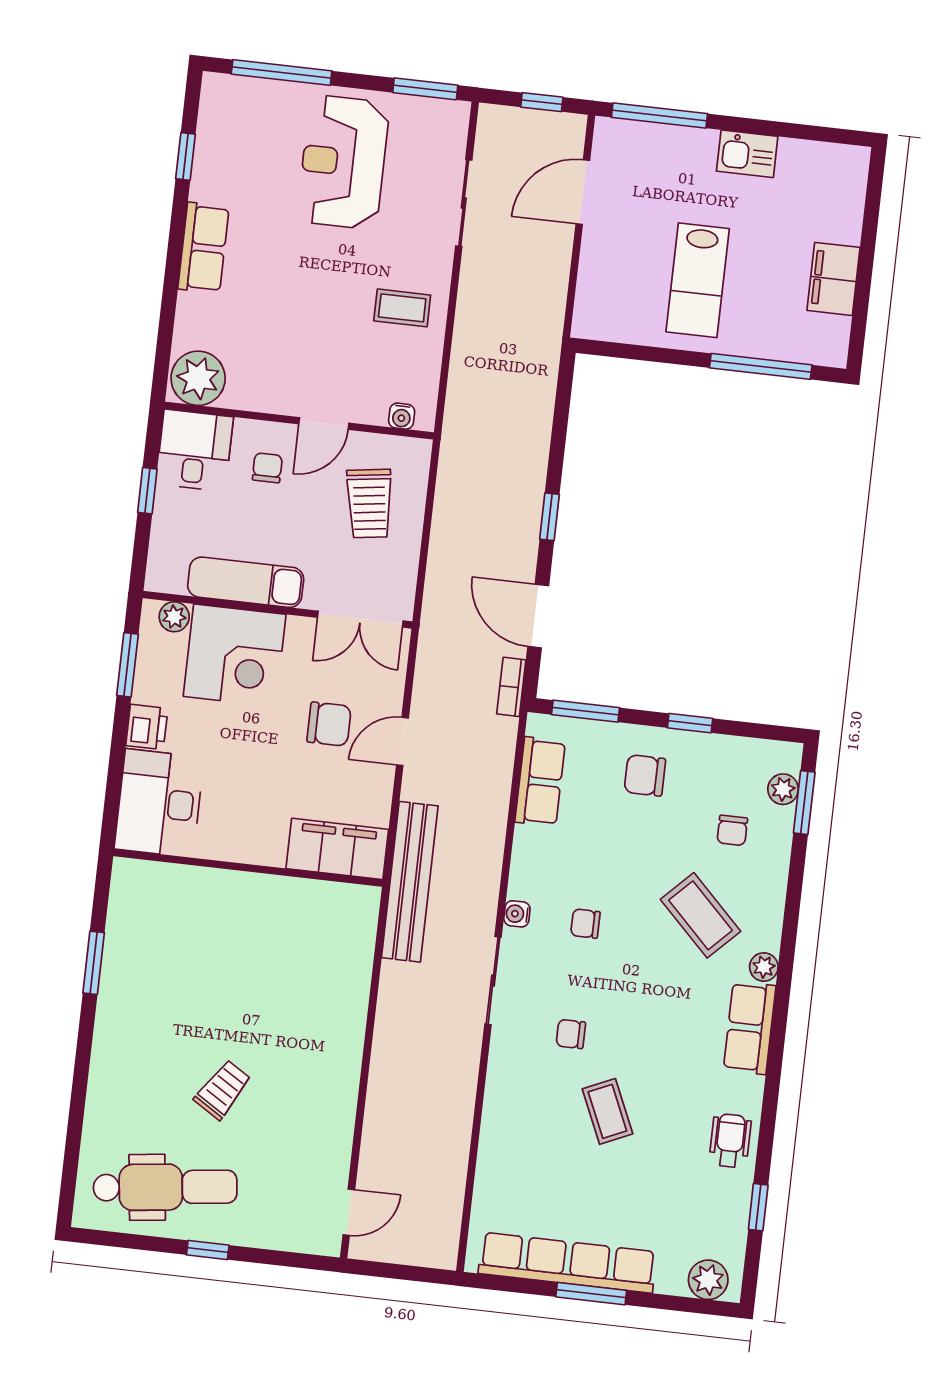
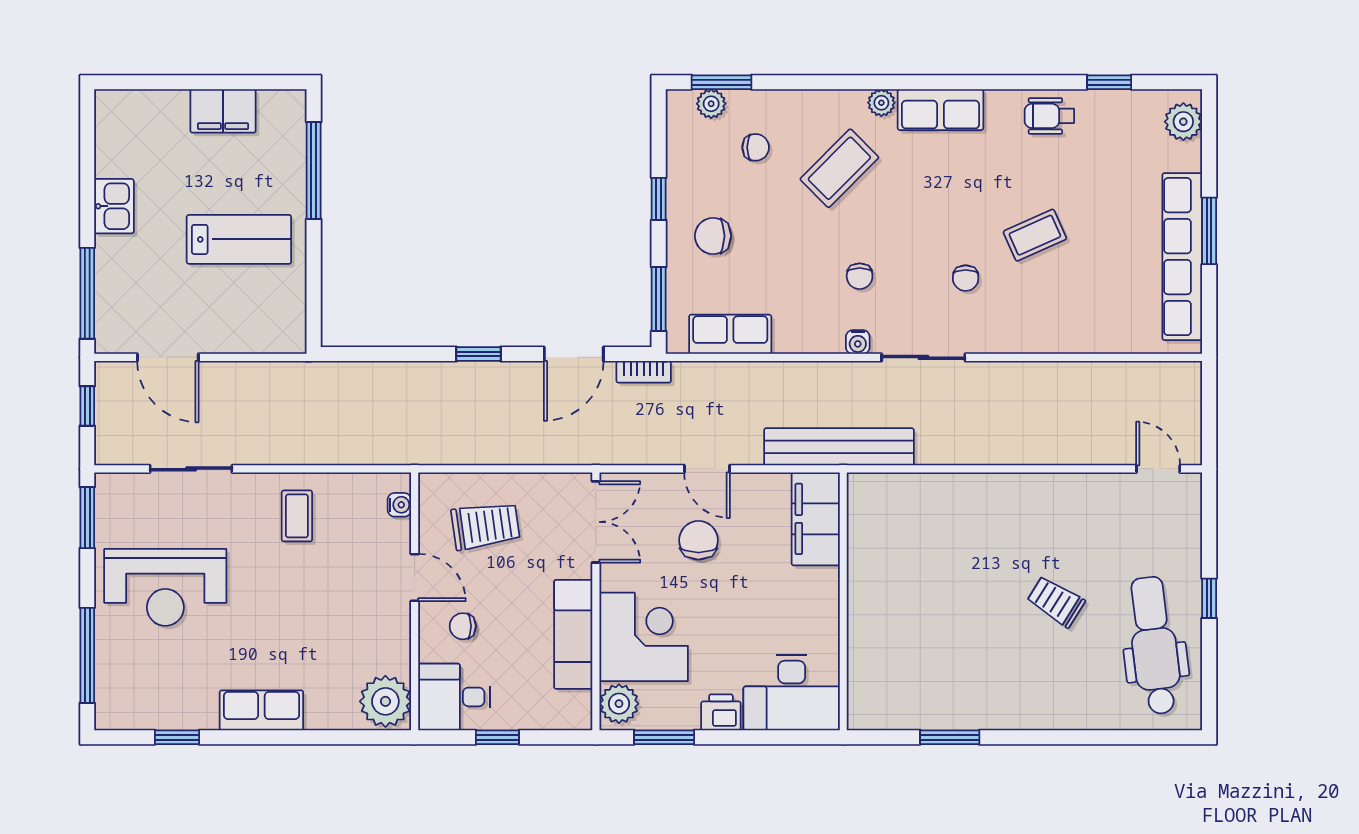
plant: (174, 617) -> (619, 704), width x1.38, depth x1.38
chair: (645, 775) -> (713, 236), turned 90

